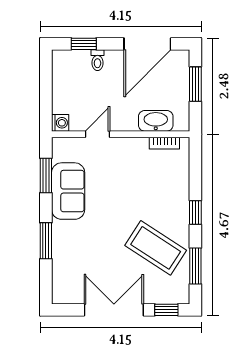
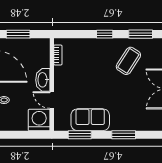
washbasin: (156, 121) -> (43, 80), moved
washing machine: (60, 123) -> (39, 120), width x1.89, depth x1.89
coffee table: (156, 248) -> (128, 61), width x0.73, depth x0.76

